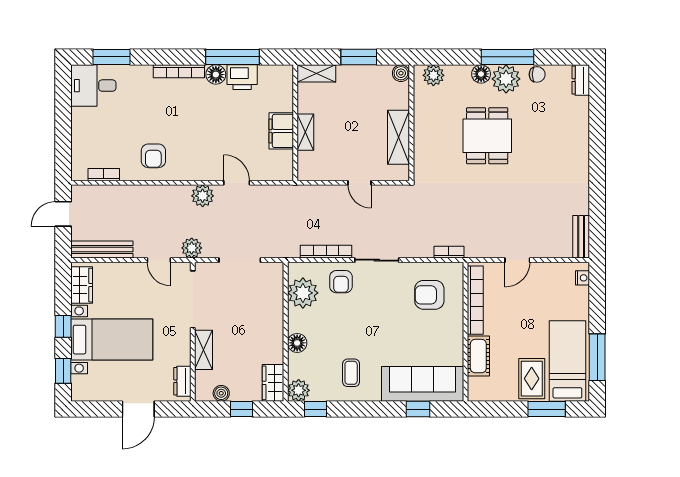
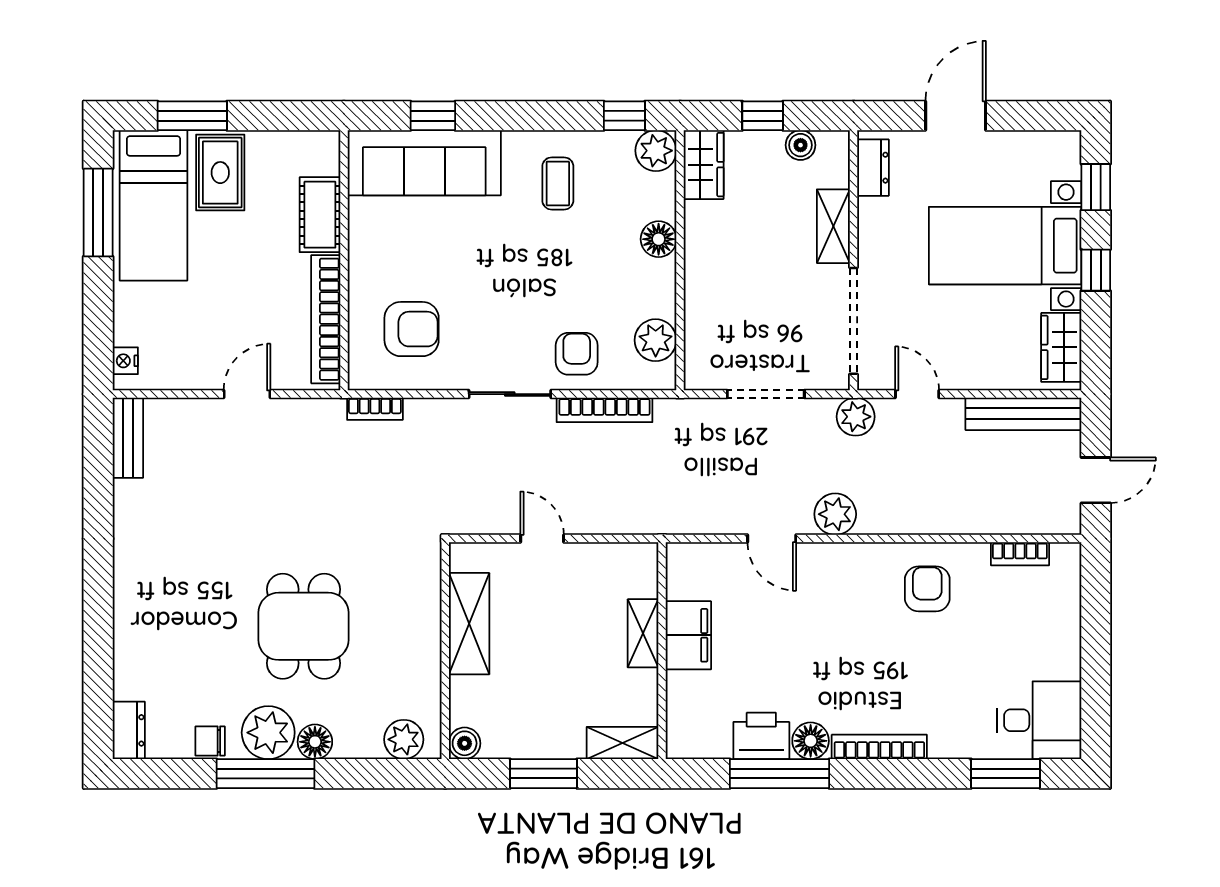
plant: (303, 293) -> (656, 340), width x0.73, depth x0.73

